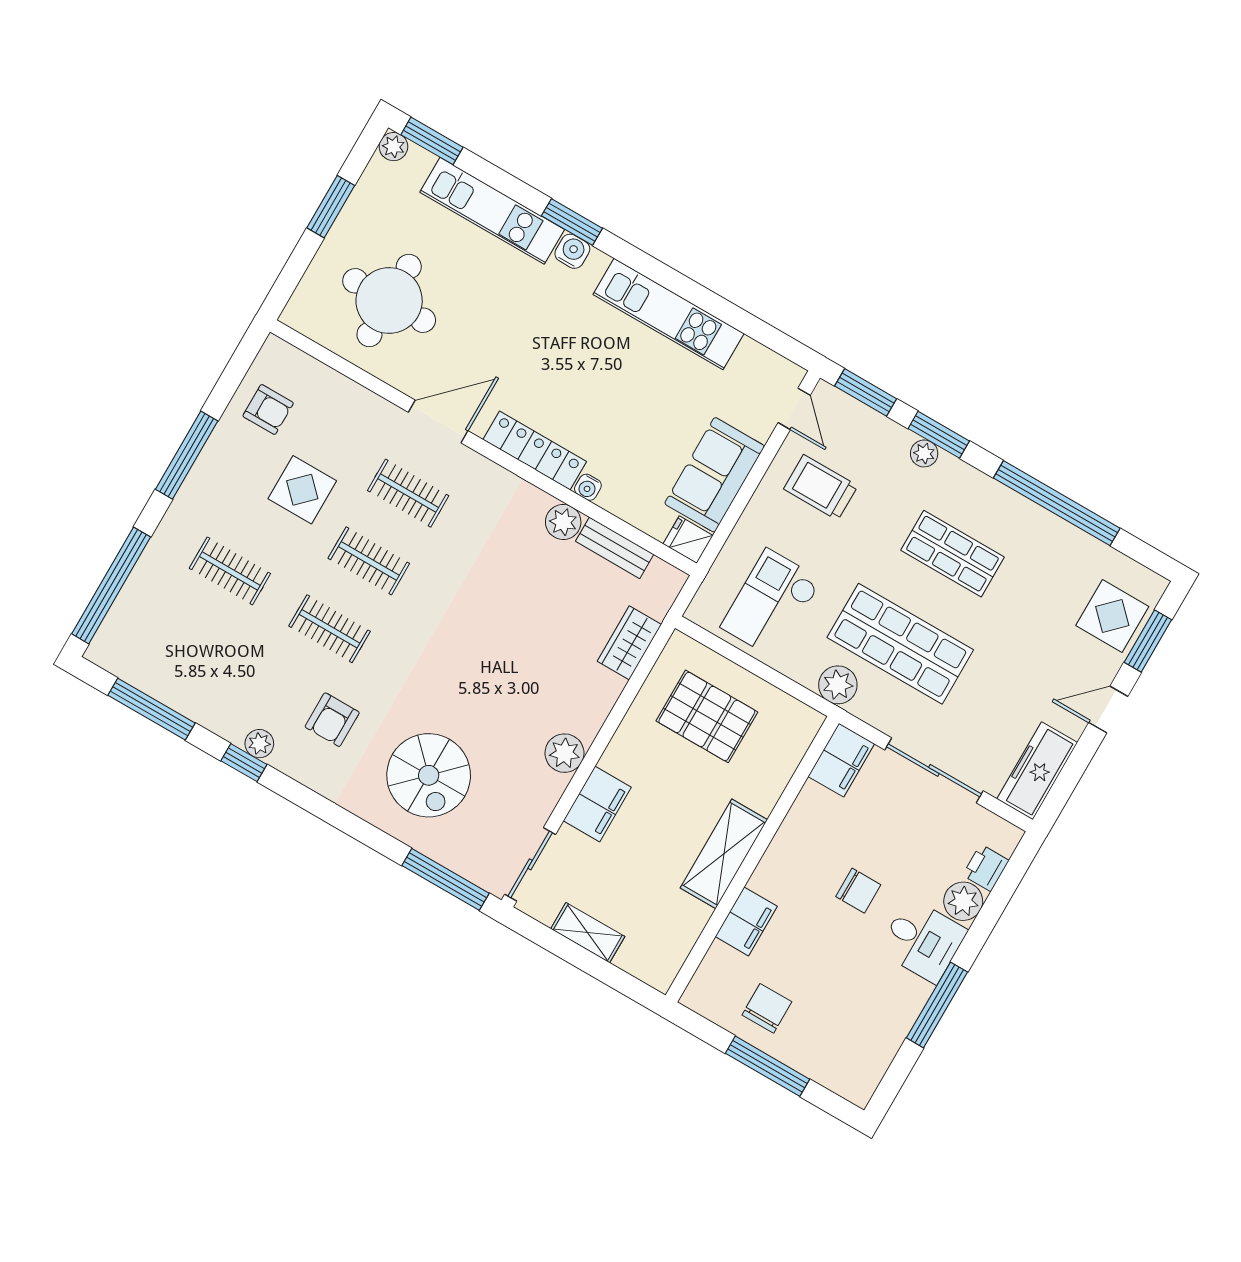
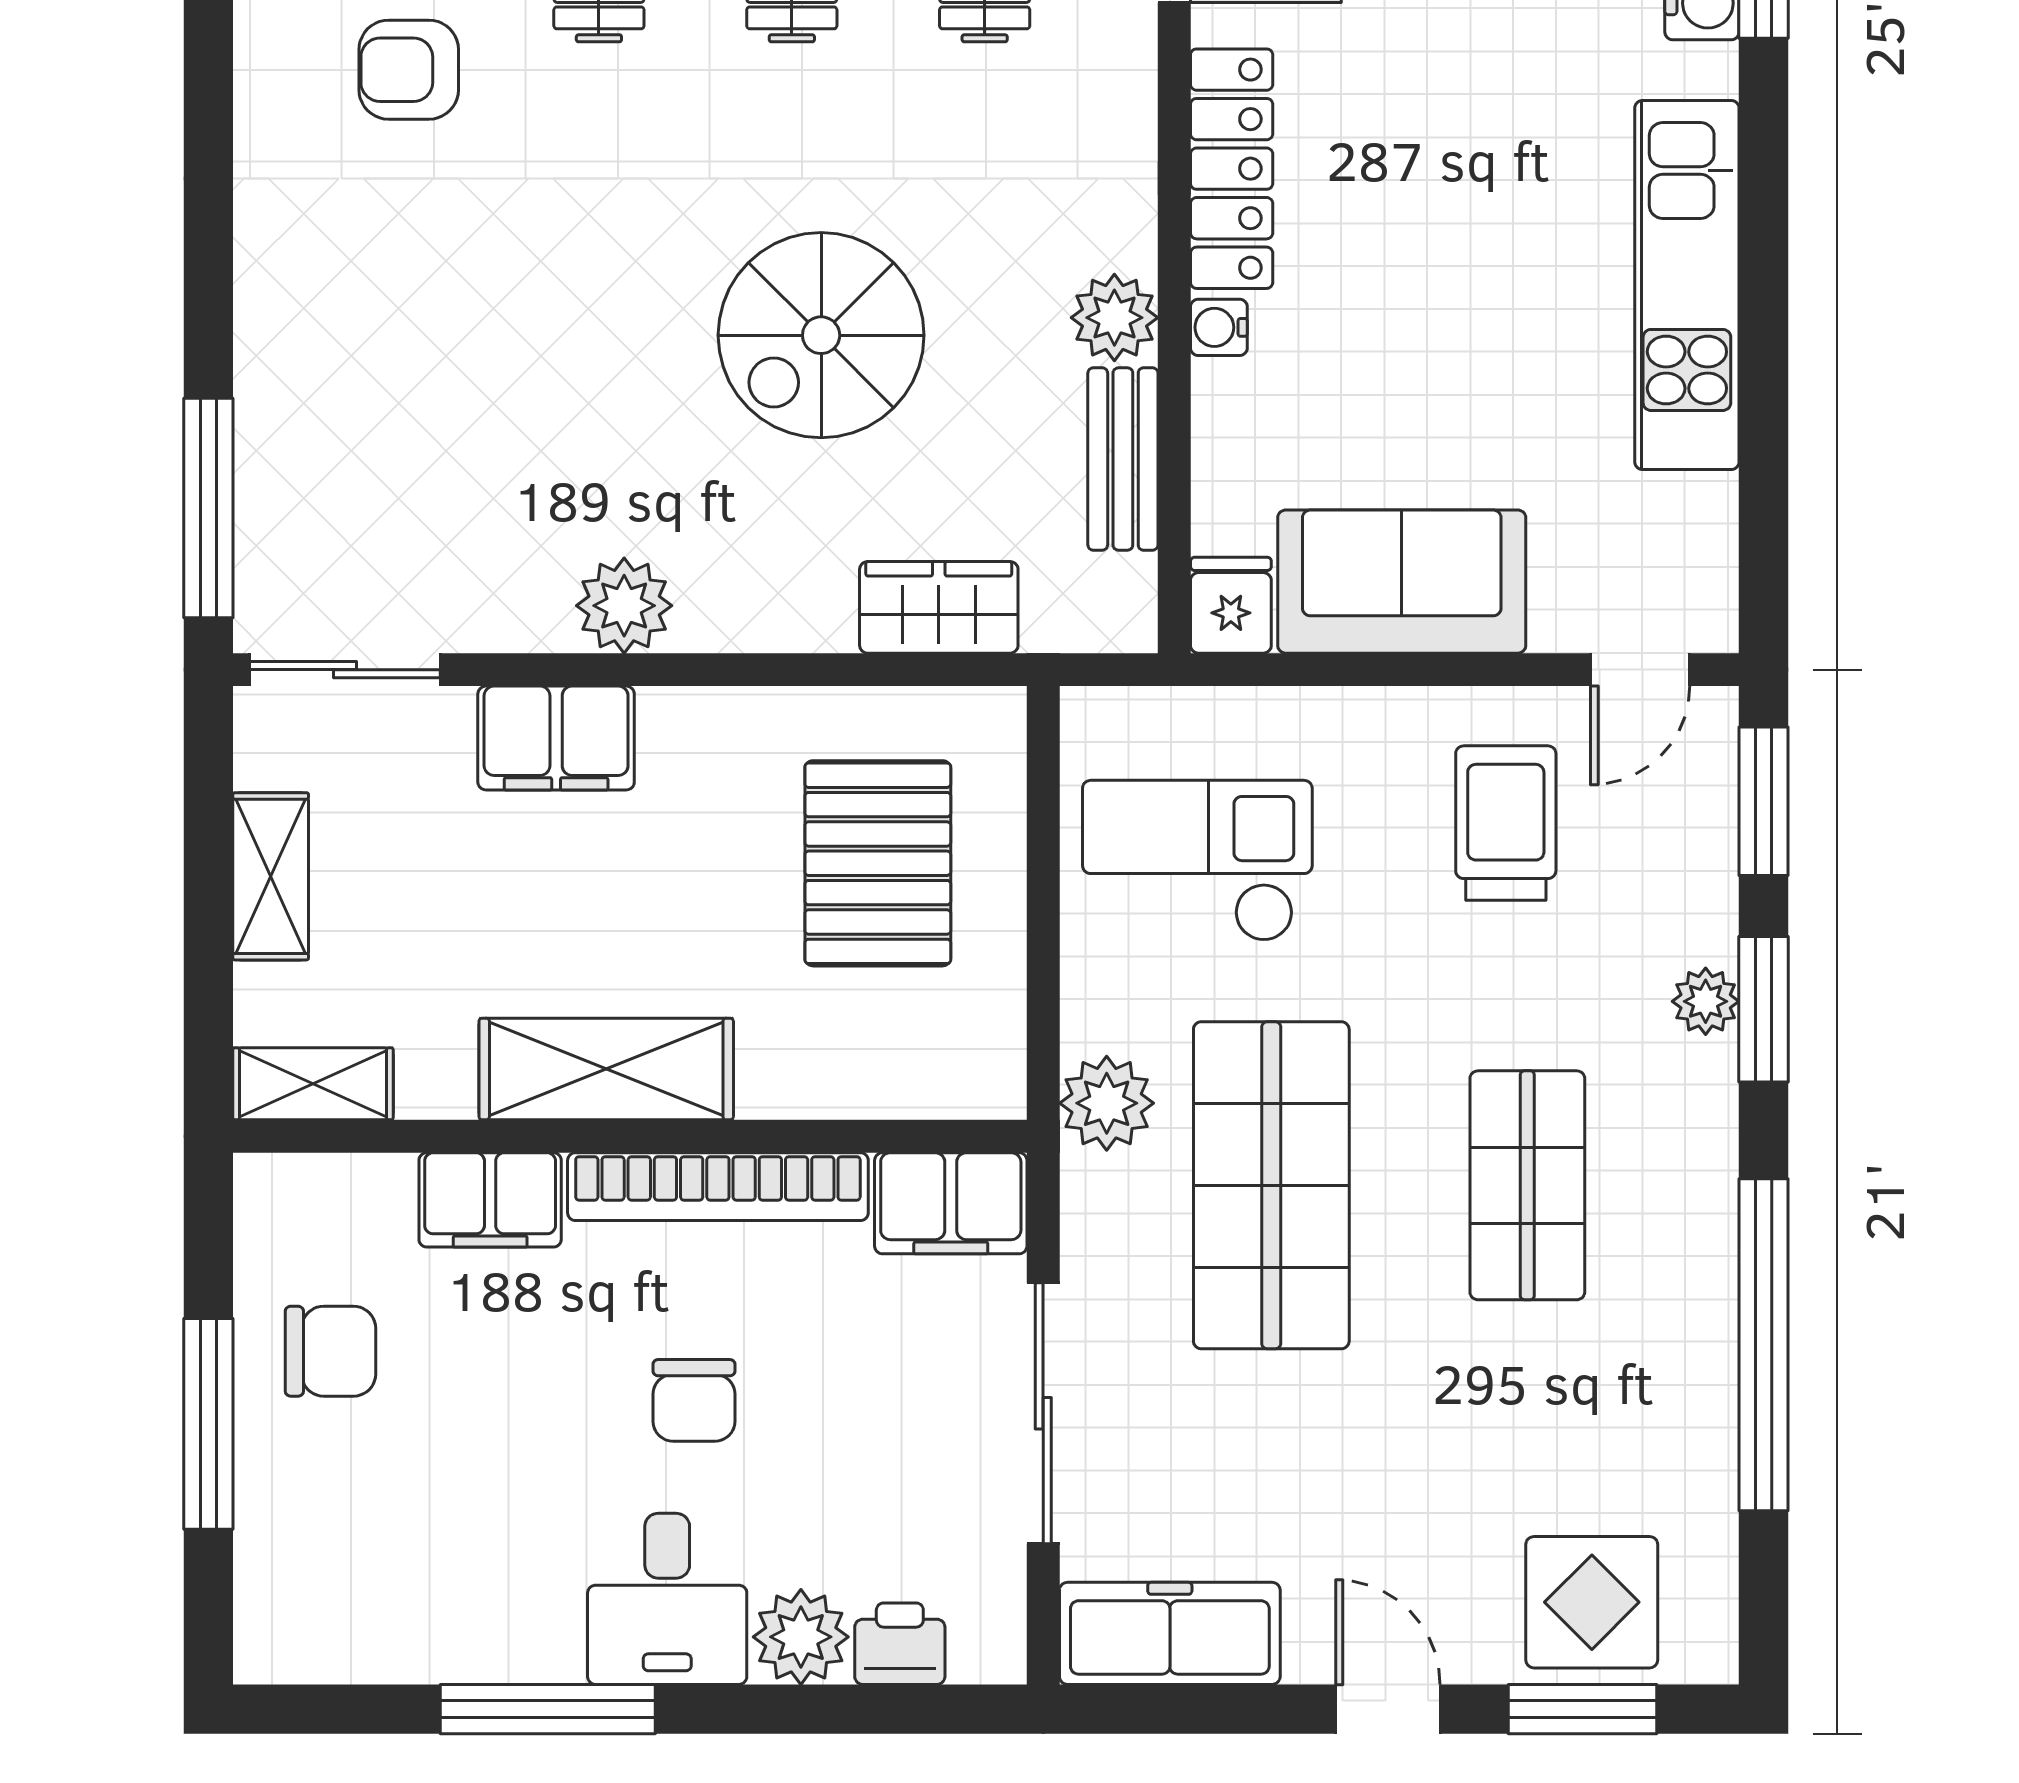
spiral stairs: (429, 775) -> (821, 335), moved
bookcase: (788, 839) -> (718, 1187), added
shelving: (669, 960) -> (313, 1084), added

